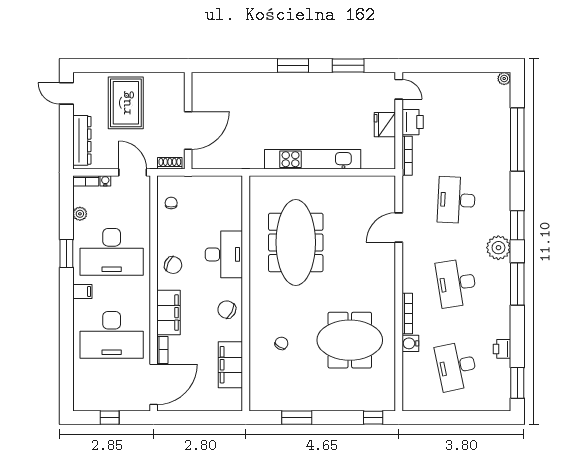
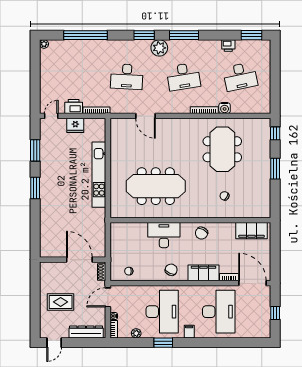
rug: (126, 103) -> (61, 302), width x0.73, depth x0.70
filing cabinet: (230, 365) -> (251, 231), moved
window: (297, 418) -> (275, 169), moved

